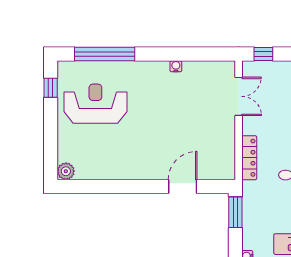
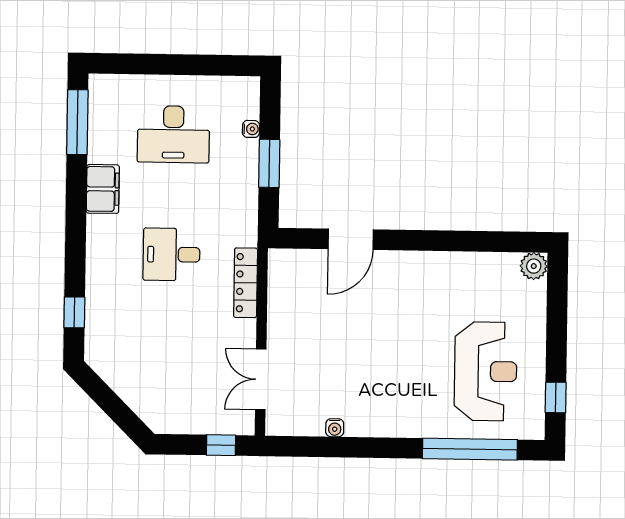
water cooler: (176, 66) -> (335, 428), moved
reception desk: (95, 104) -> (486, 371), turned -90
window: (235, 212) -> (269, 163), moved

